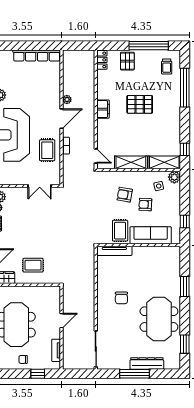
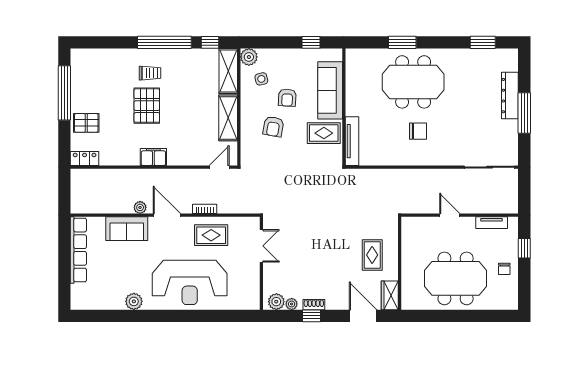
trolley: (167, 67) -> (150, 73), moved
window: (185, 88) -> (164, 42), moved
sofa: (52, 90) -> (127, 229), added
meeting table: (159, 319) -> (413, 82), moved

